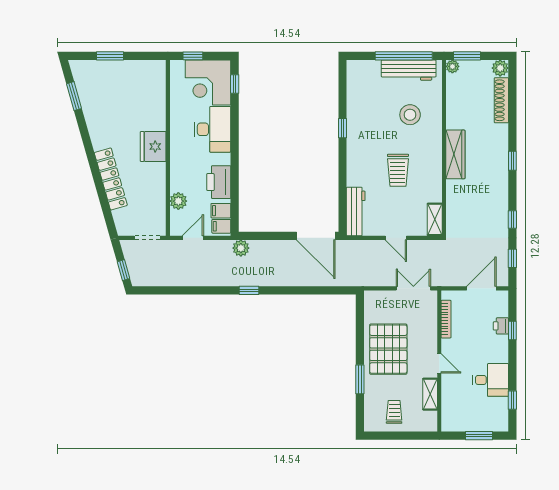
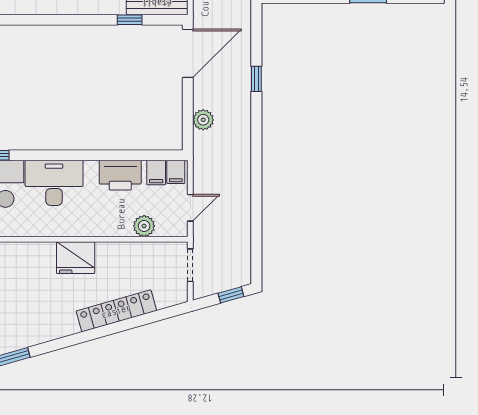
window: (343, 128) -> (130, 20), moved
door: (193, 238) -> (190, 208), swing flipped
plant: (241, 248) -> (203, 120), moved
window: (249, 290) -> (256, 79), moved

